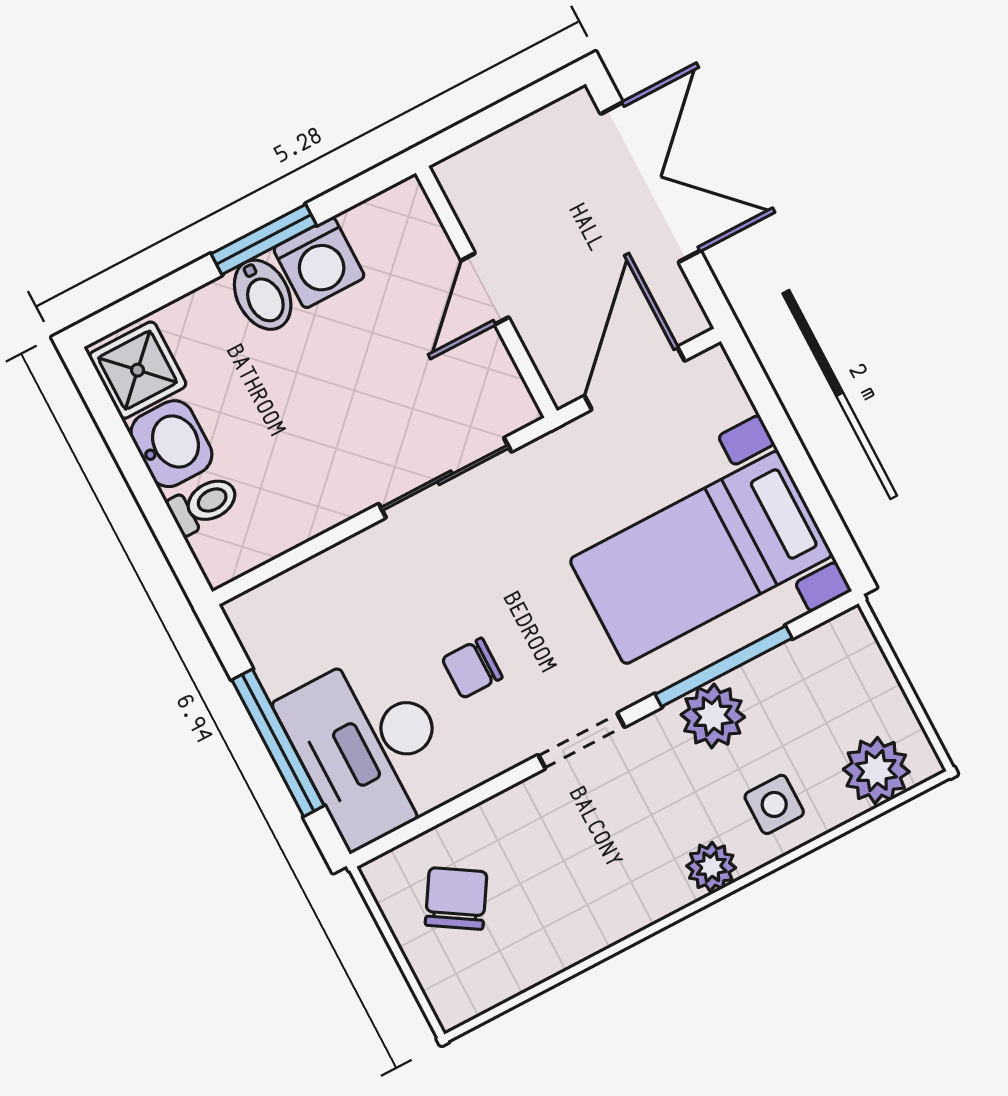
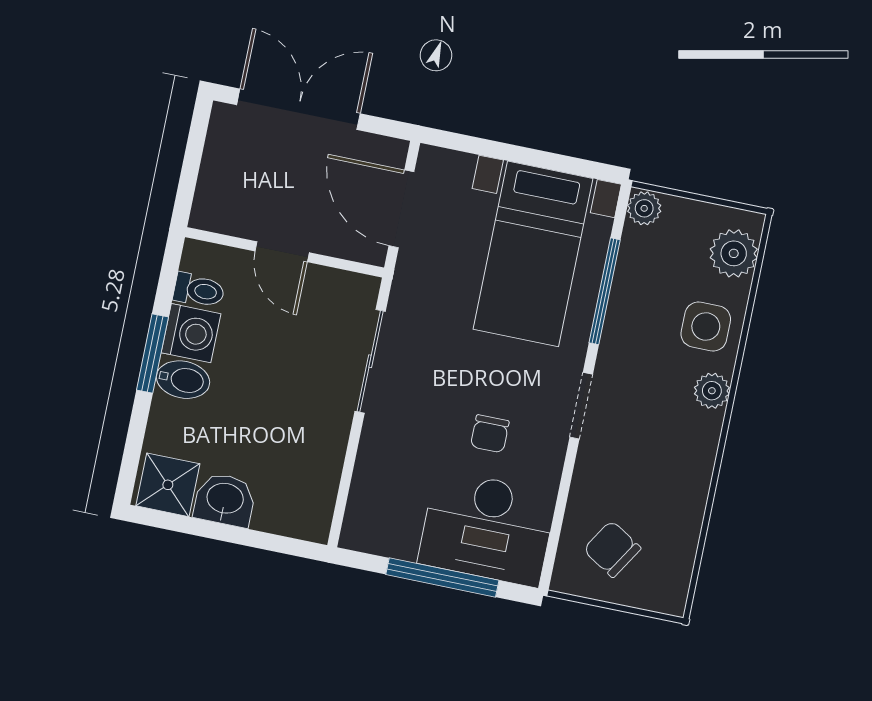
toilet: (204, 504) -> (199, 290), moved, turned 90
plant: (713, 716) -> (644, 208), moved, width x0.73, depth x0.73
side table: (774, 804) -> (706, 327), width x1.37, depth x1.37

